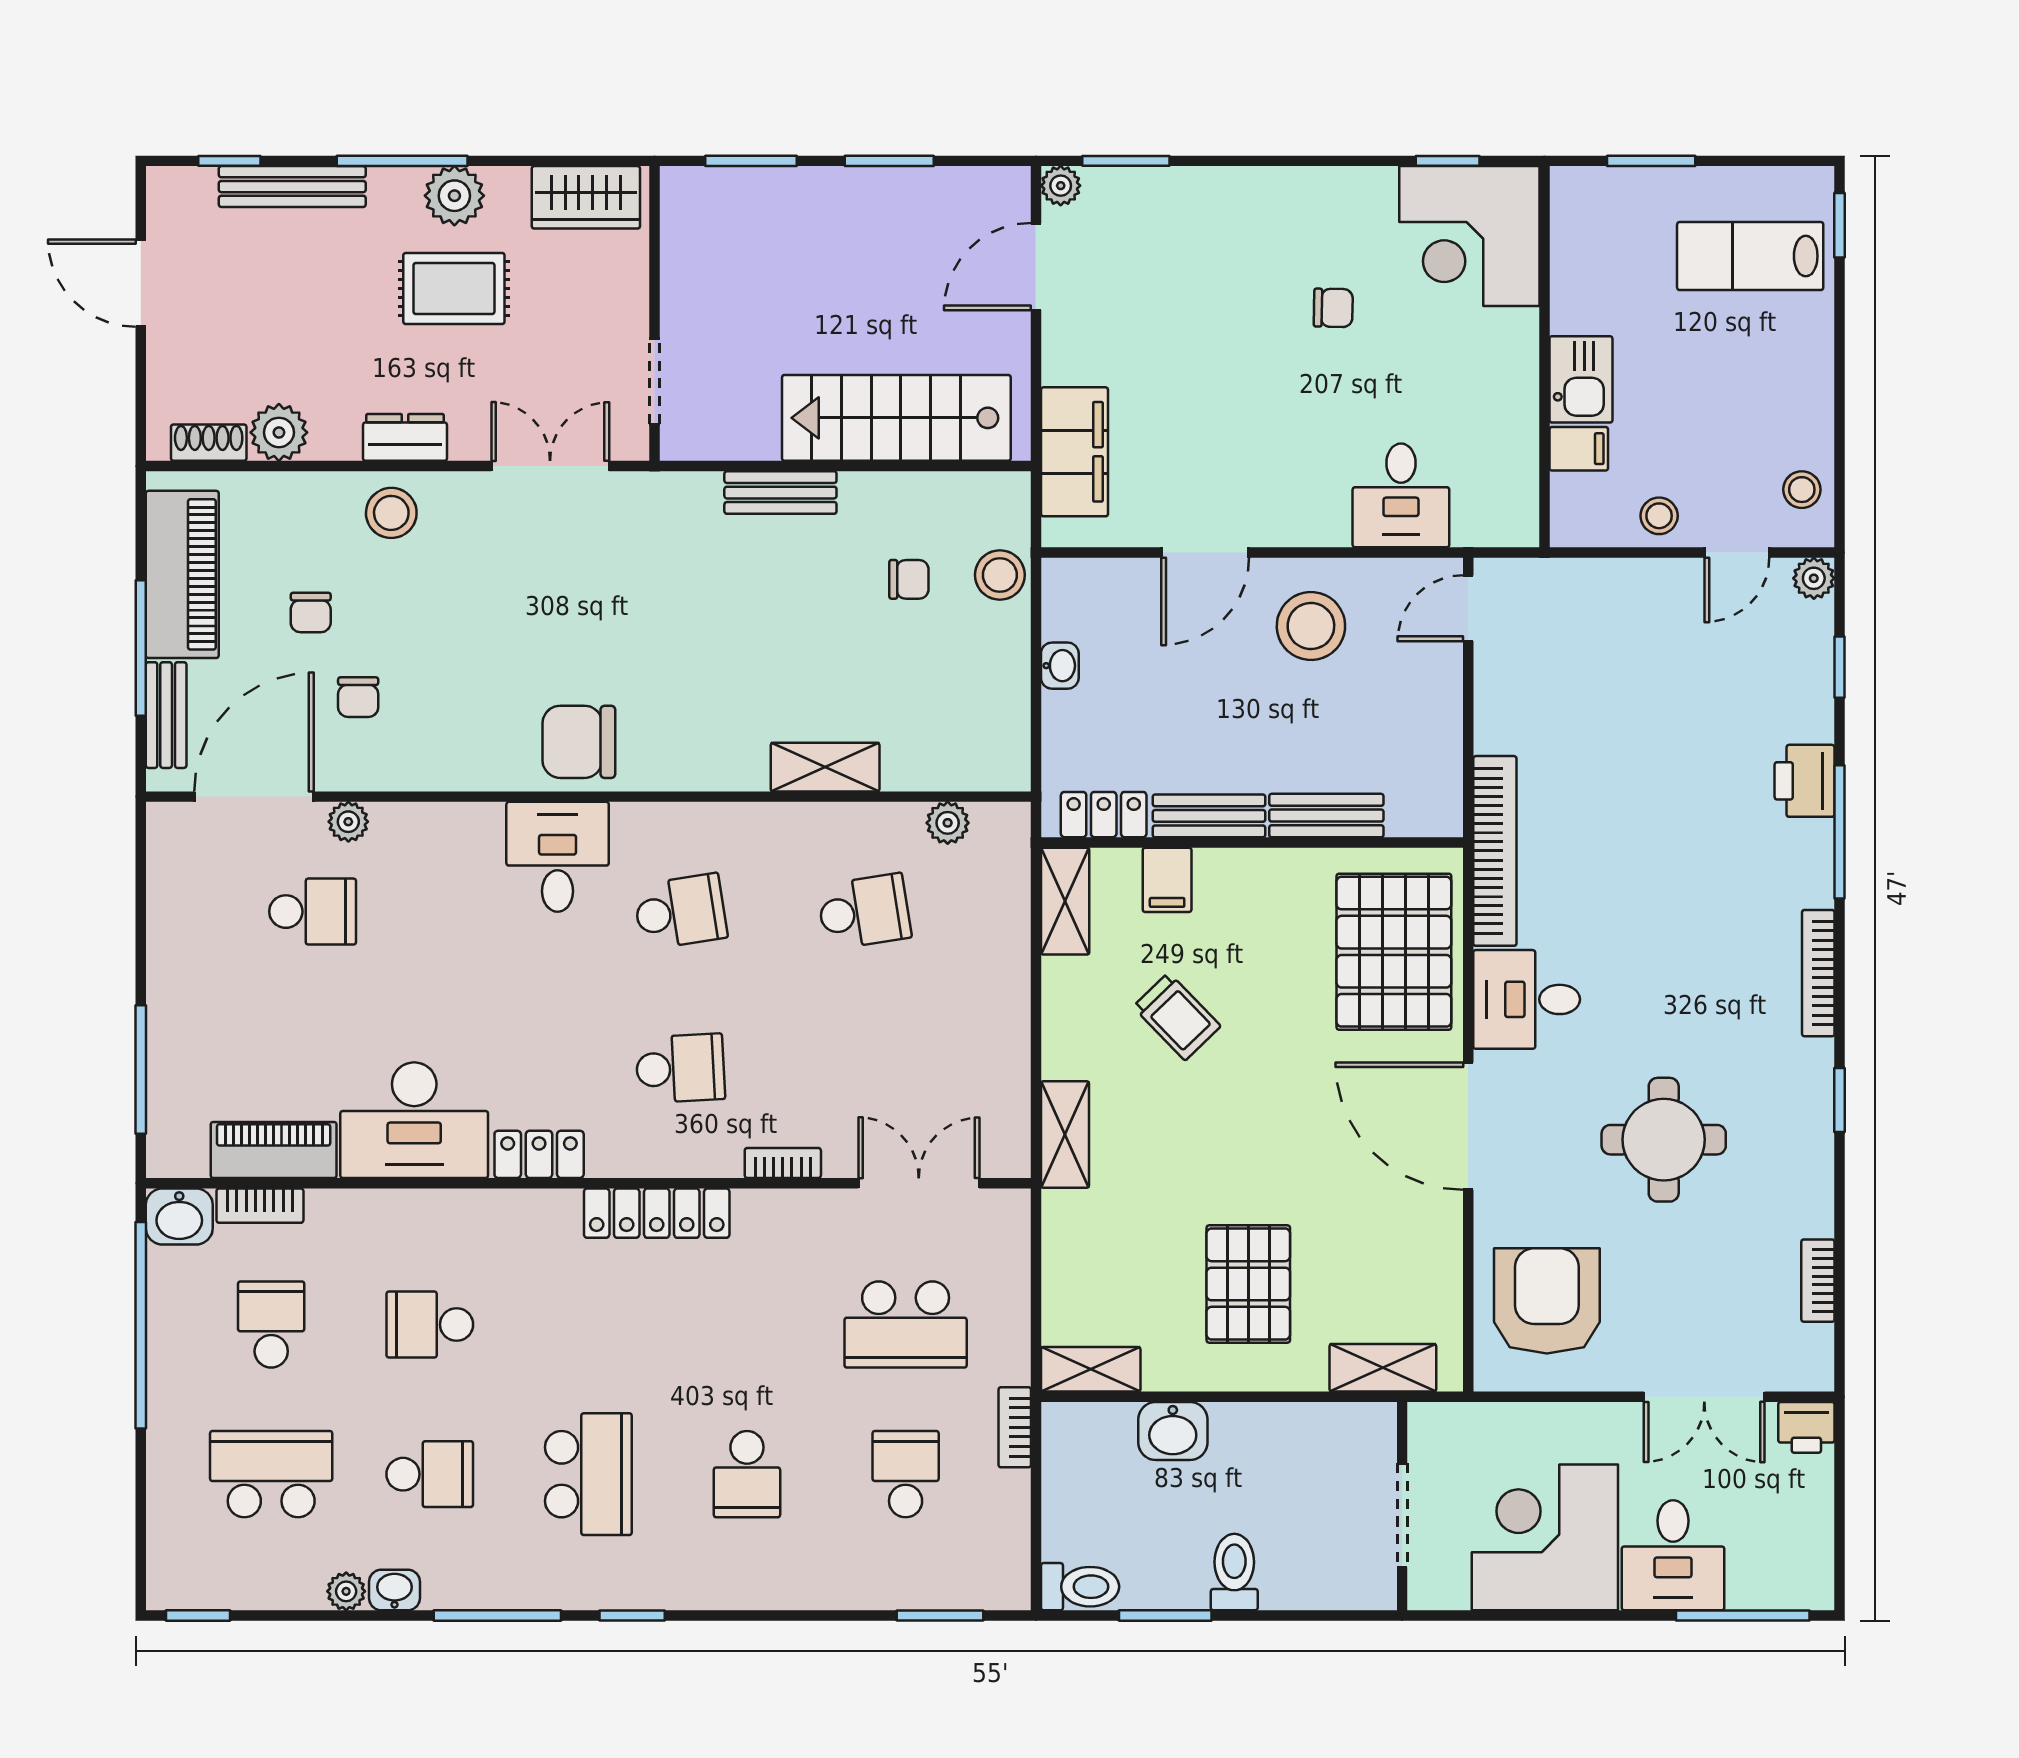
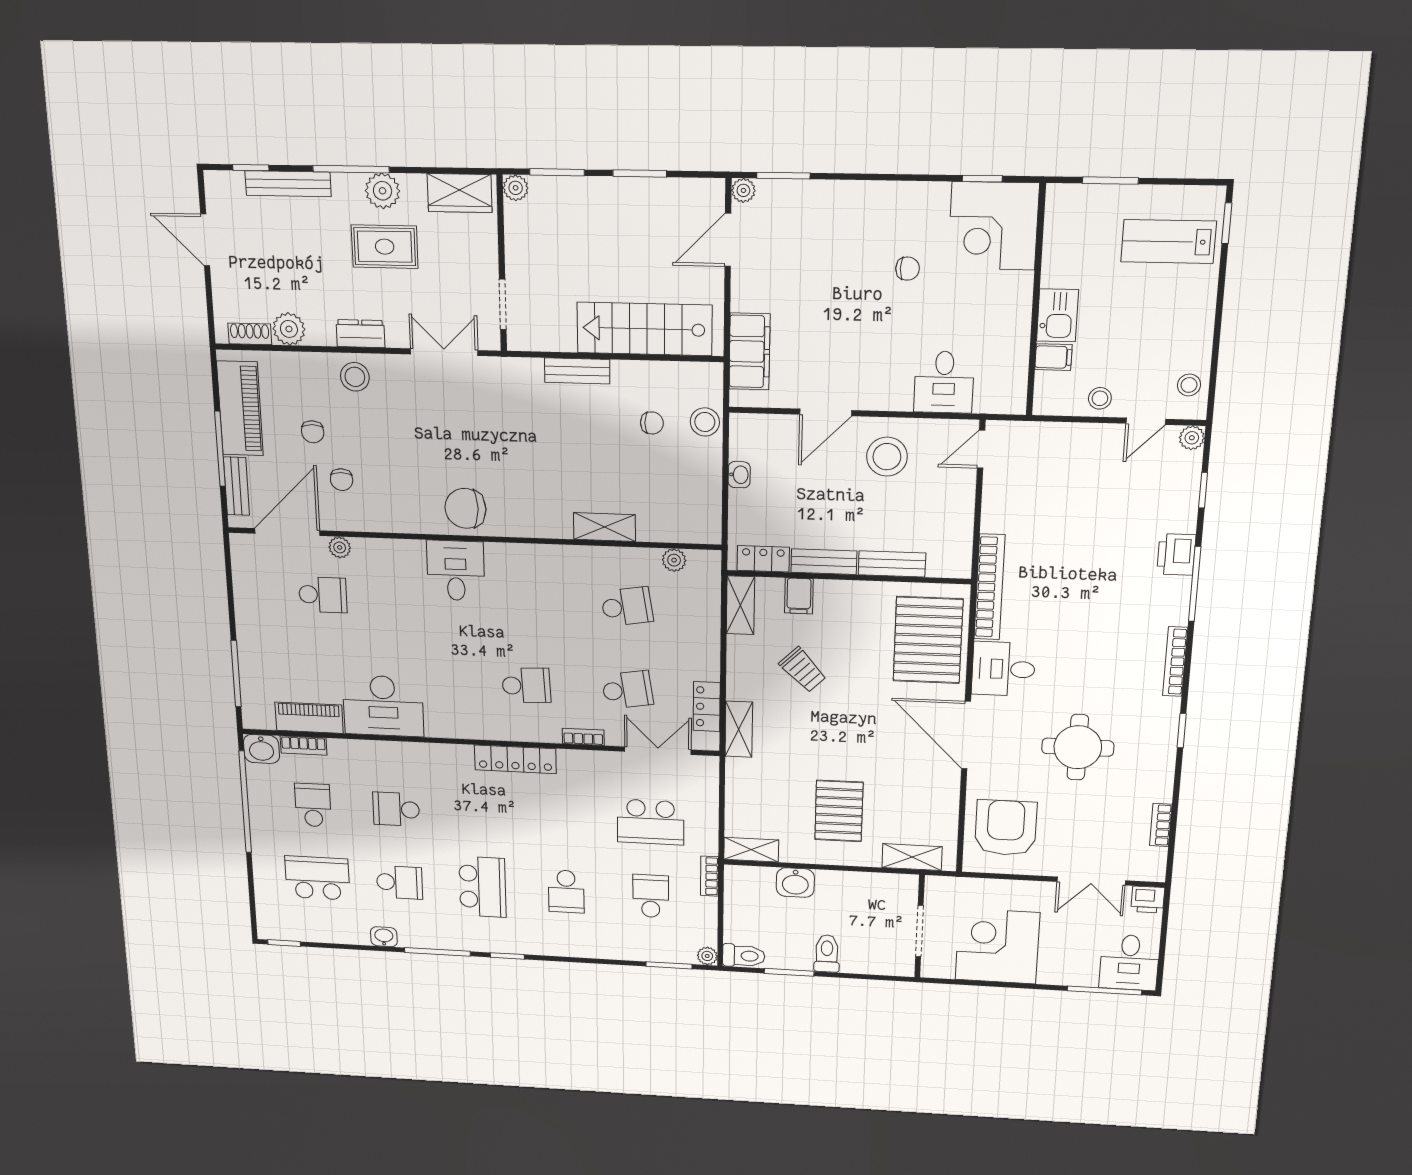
plant: (681, 187) -> (516, 188), added
school desk: (680, 912) -> (627, 690), moved
locker: (539, 1154) -> (707, 707), moved, turned -90
desk: (1673, 1555) -> (1129, 962), moved
plant: (346, 1591) -> (707, 956), moved

